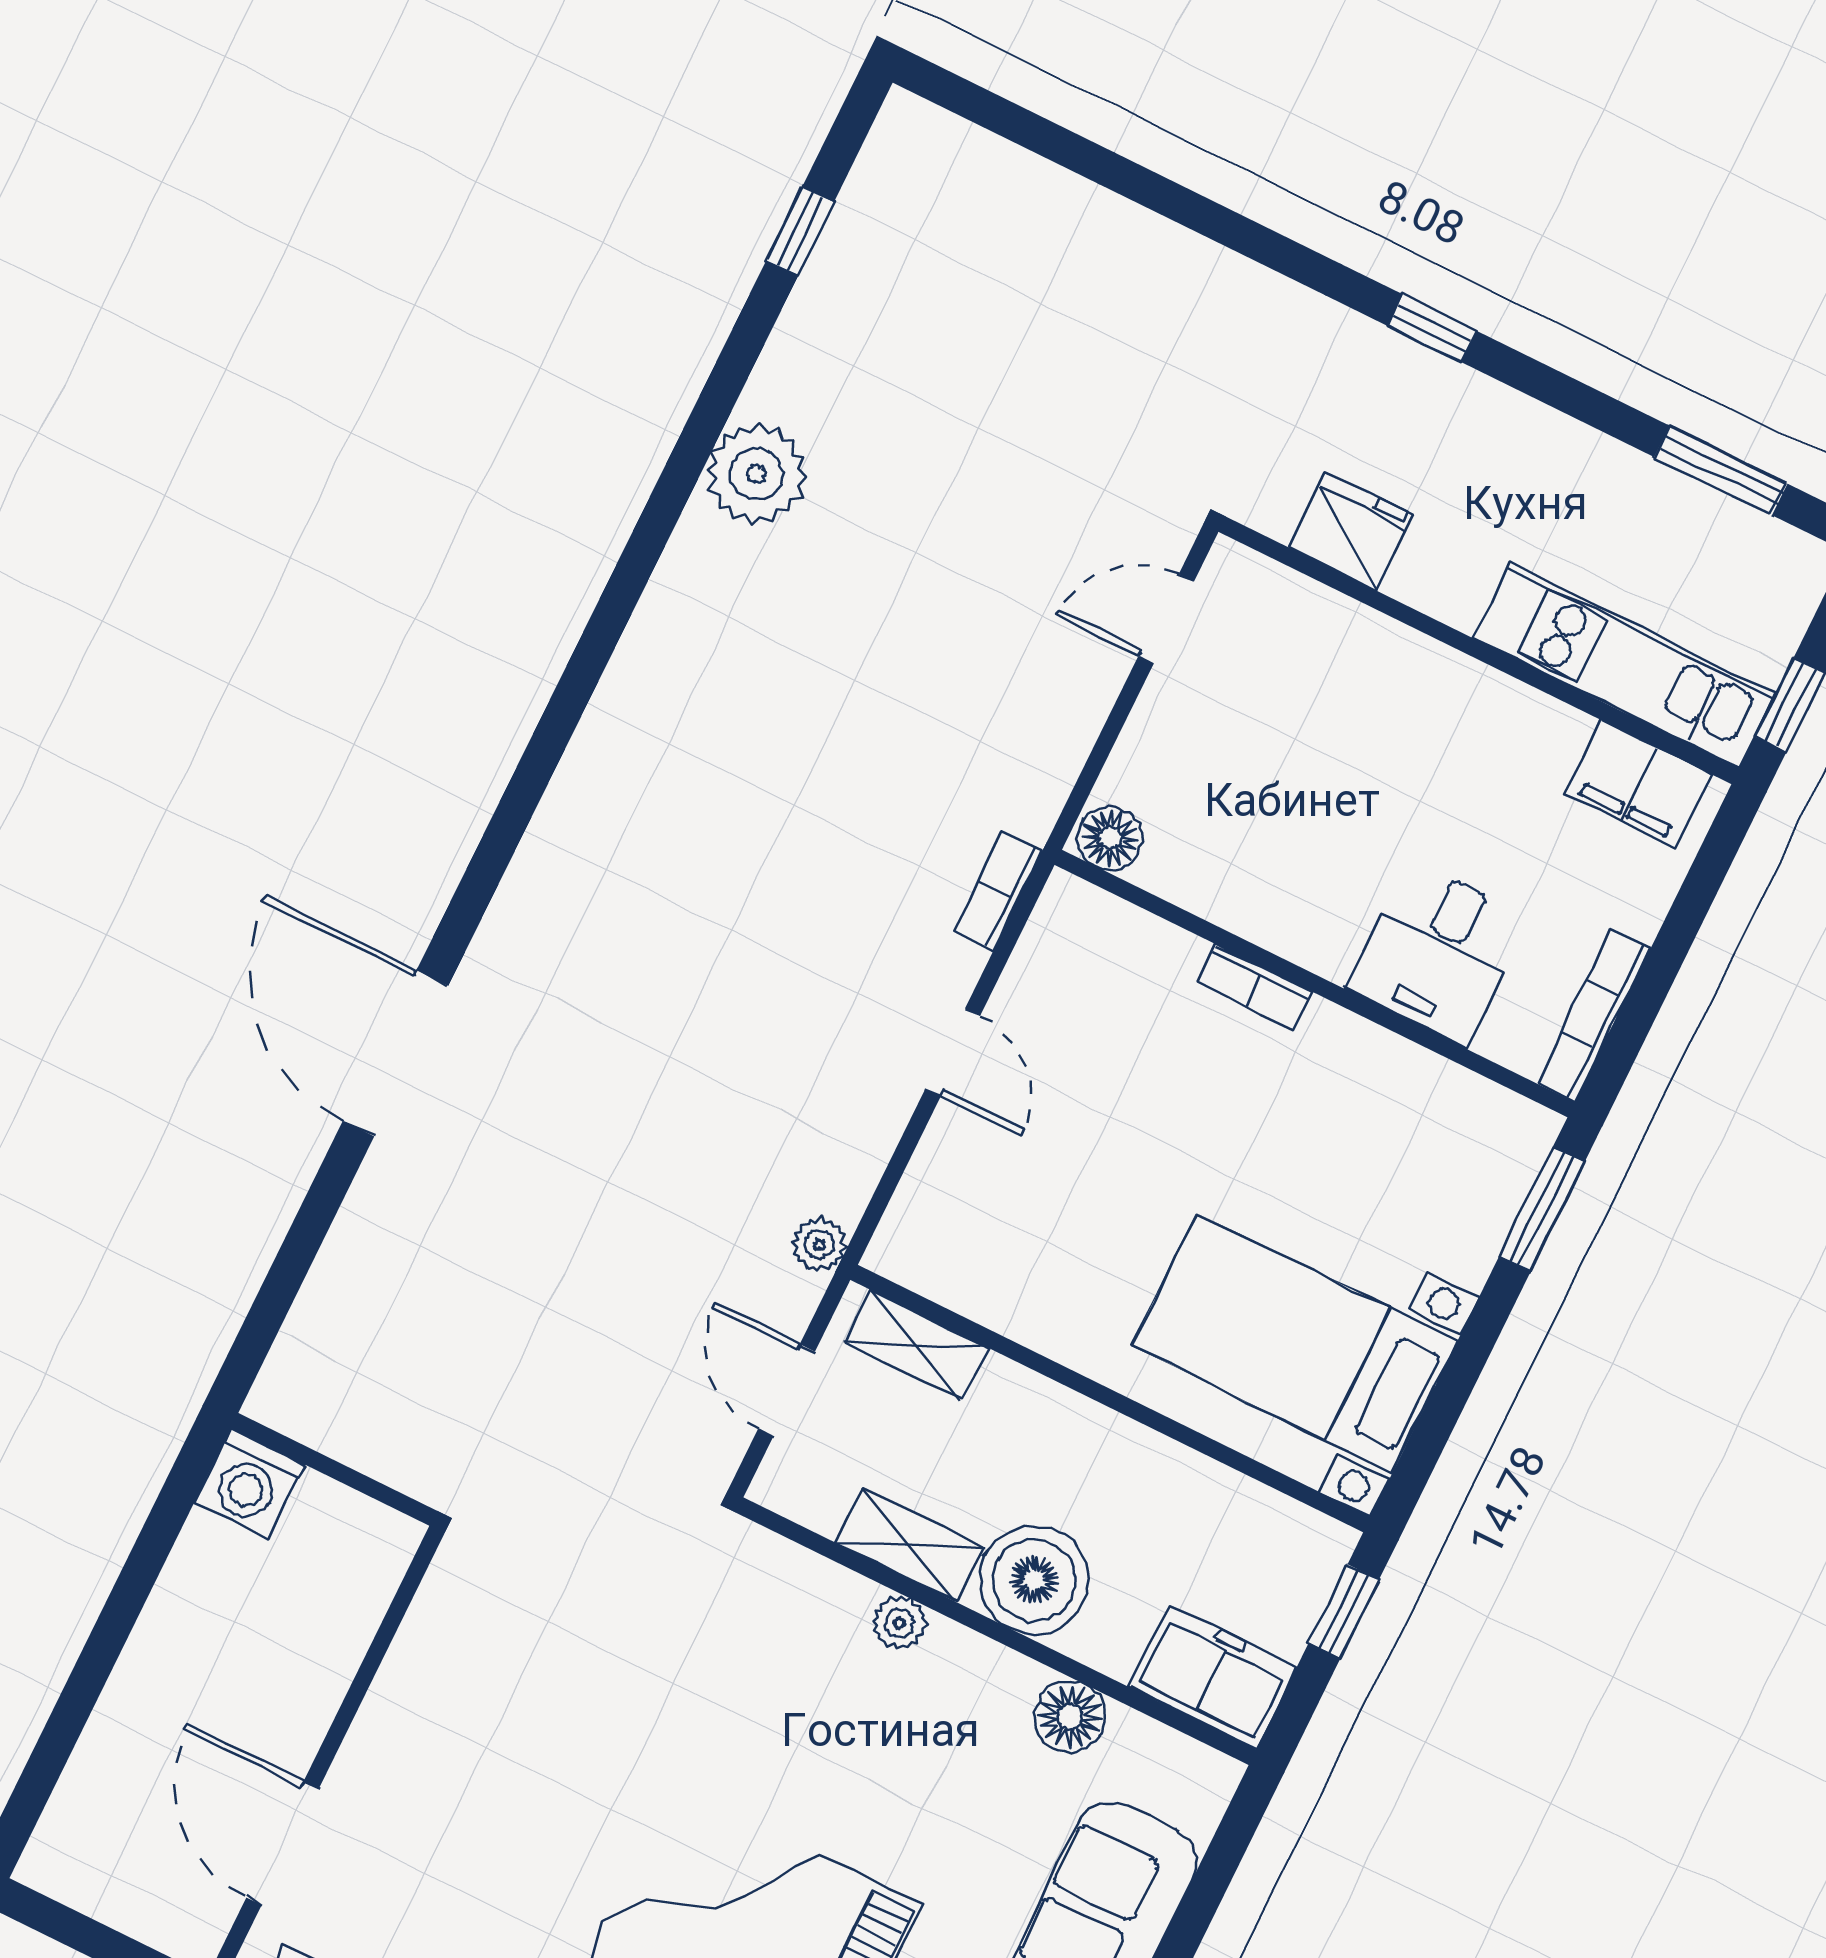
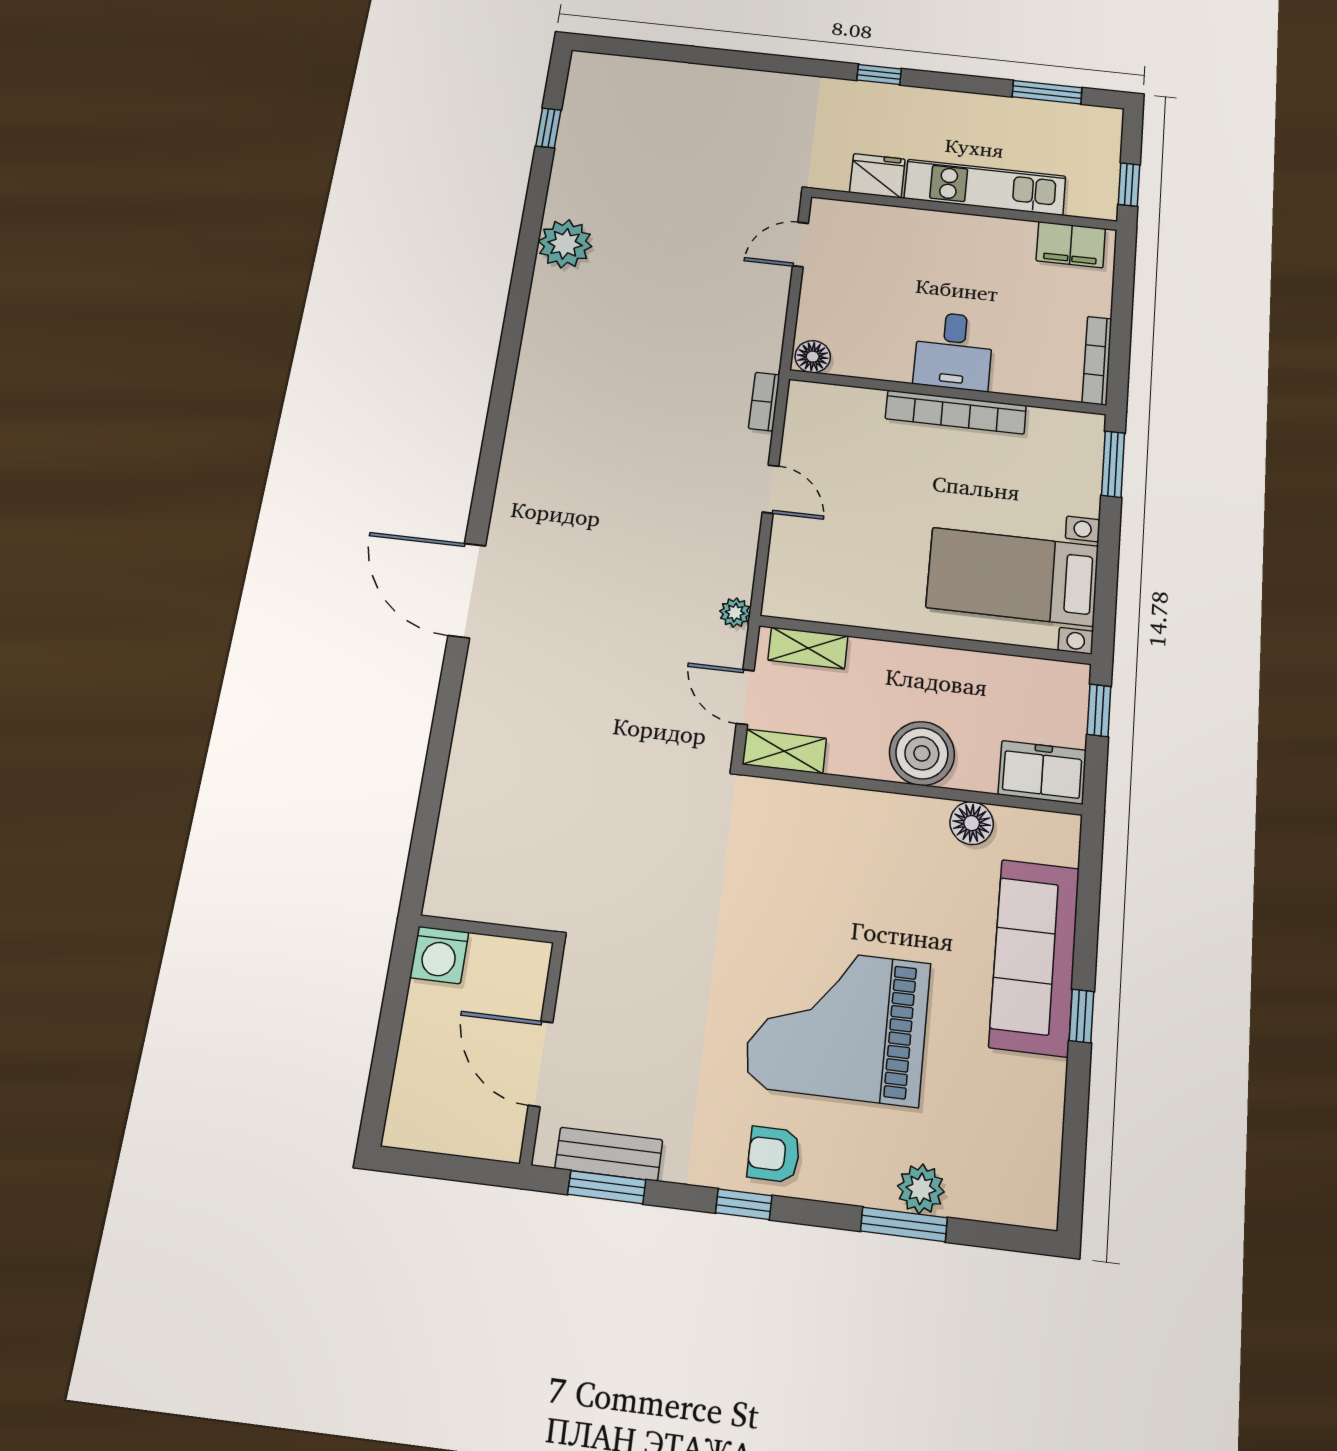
kitchen unit: (1624, 666) -> (985, 187), moved
desk: (1438, 953) -> (953, 351), moved
bookcase: (1254, 987) -> (956, 412), width x2.31, depth x1.31
wall: (334, 1469) -> (487, 929), moved
washing machine: (249, 1483) -> (439, 955), moved
shelving: (909, 1545) -> (784, 751), moved
plant: (899, 1623) -> (856, 804), removed

